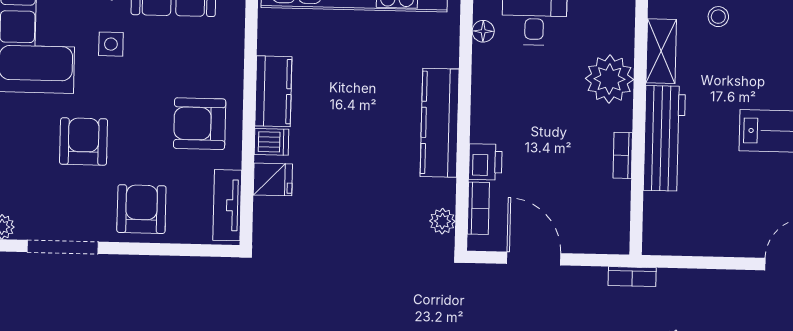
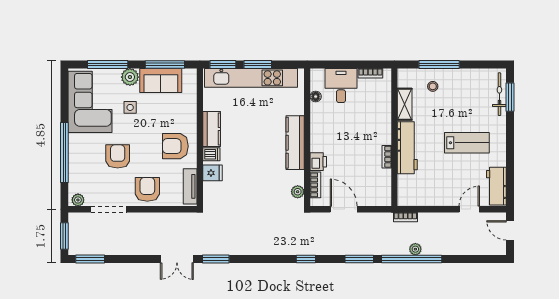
plant: (609, 79) -> (379, 119), removed
bookcase: (632, 277) -> (405, 217), moved

